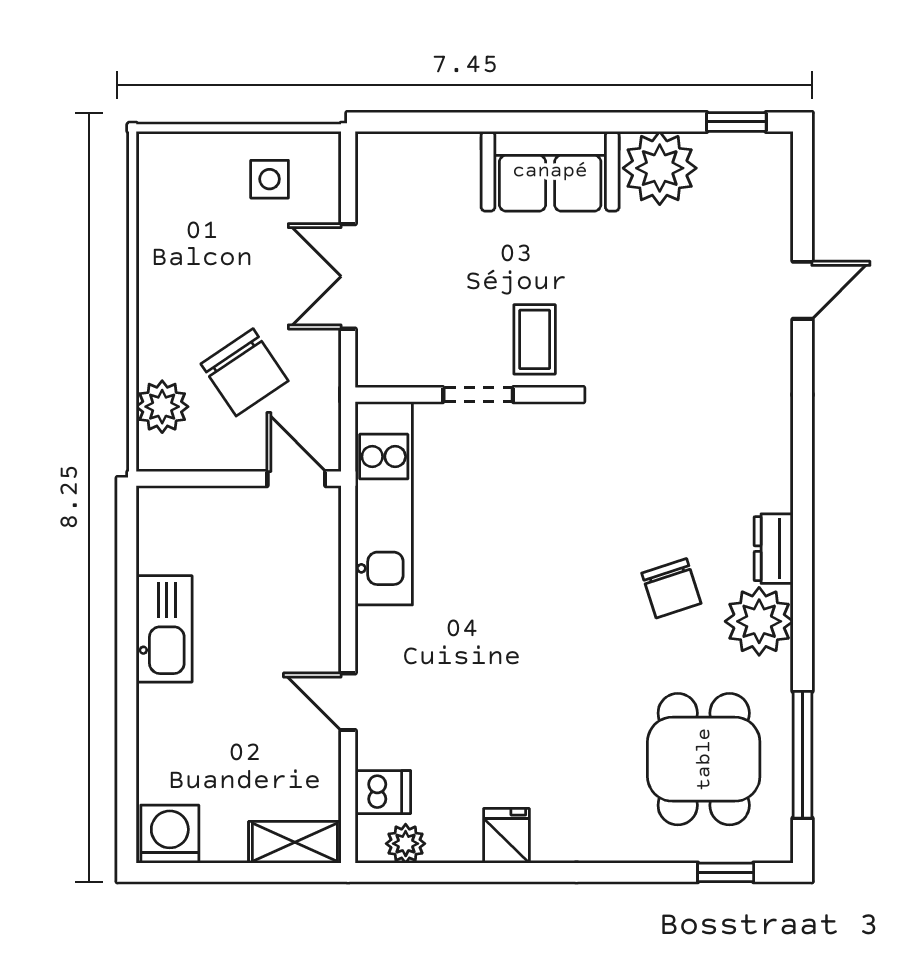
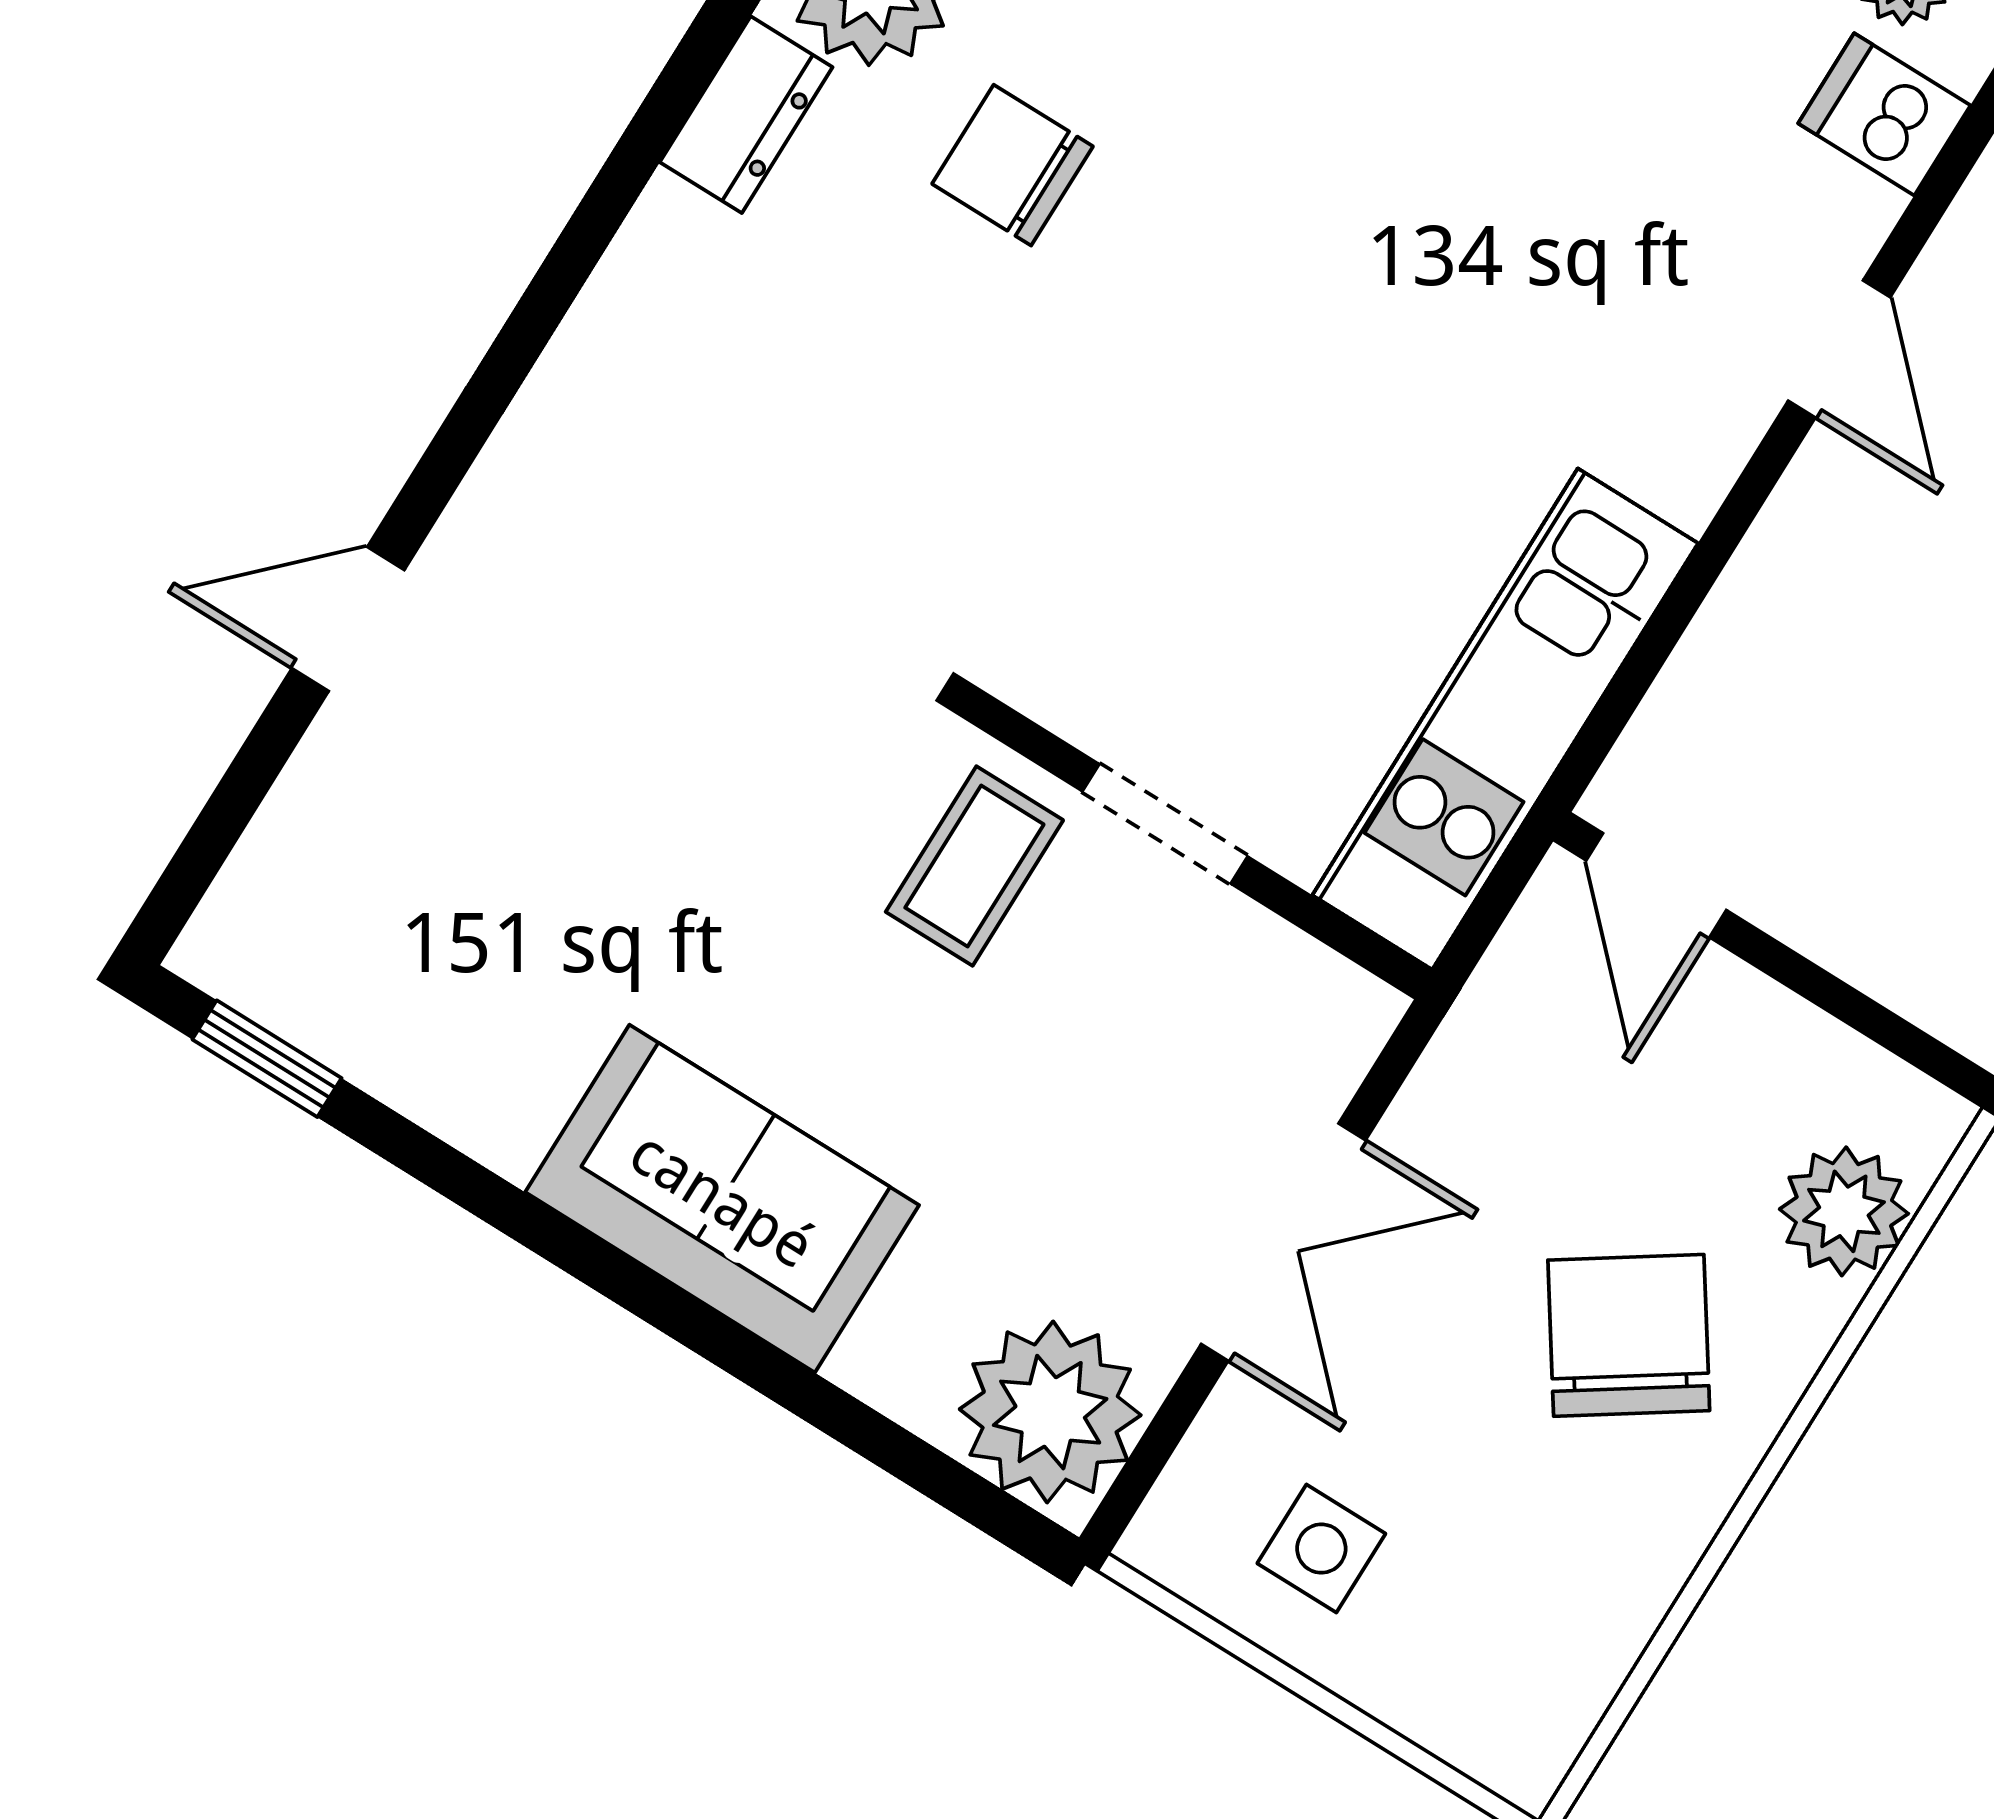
plant: (660, 168) -> (1050, 1412), moved
chair: (245, 372) -> (1629, 1335), moved
chair: (671, 588) -> (1012, 165), turned -72

